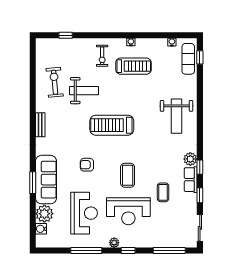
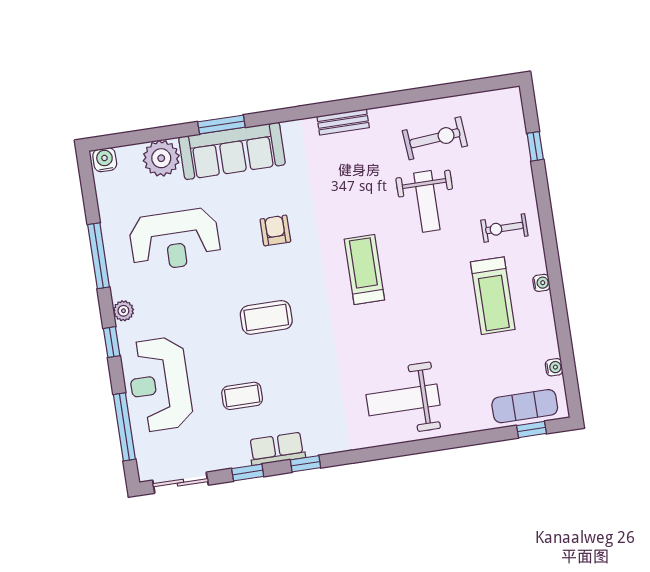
treadmill: (112, 125) -> (364, 269), width x0.73, depth x0.73
plant: (190, 159) -> (319, 442), removed
reception desk: (128, 211) -> (160, 384), moved
water cooler: (41, 229) -> (105, 160), moved

